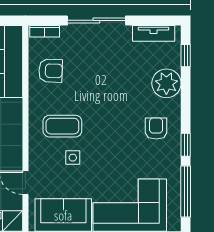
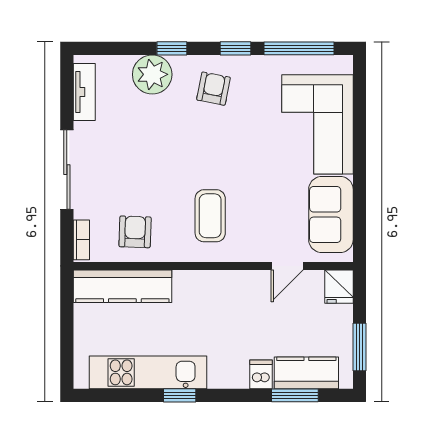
window: (186, 56) -> (172, 48), moved
armchair: (156, 129) -> (213, 89), turned 101
side table: (73, 158) -> (253, 202), removed

